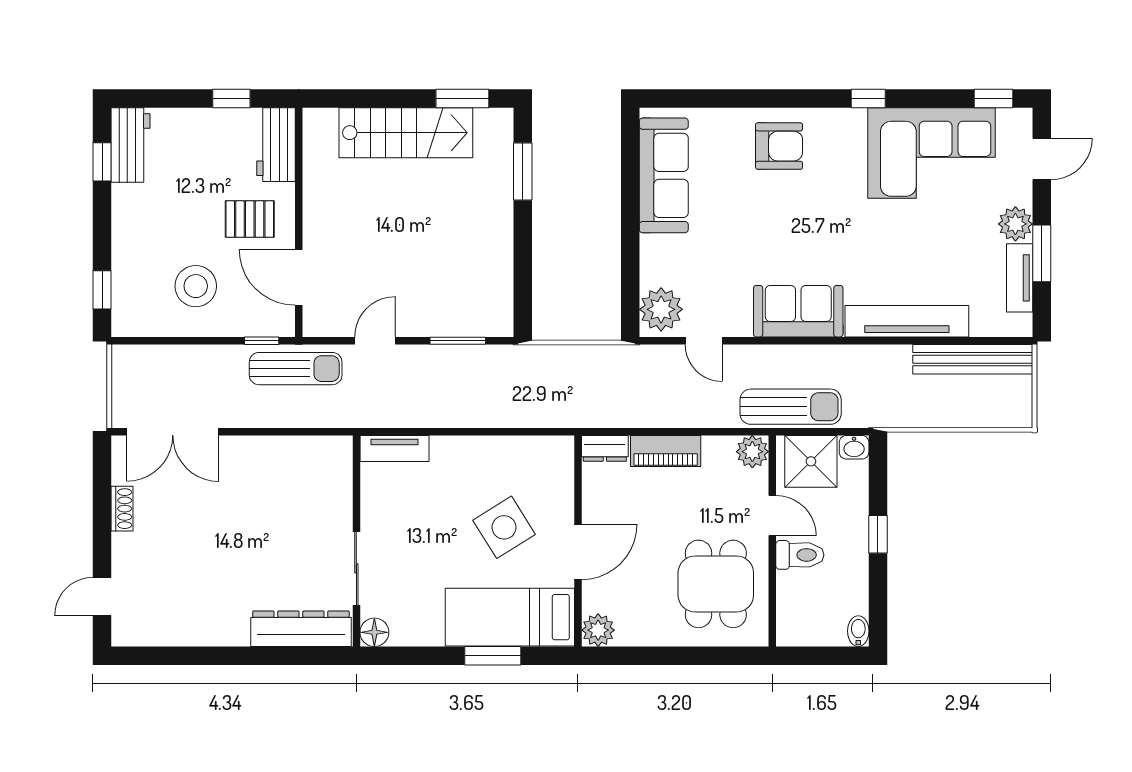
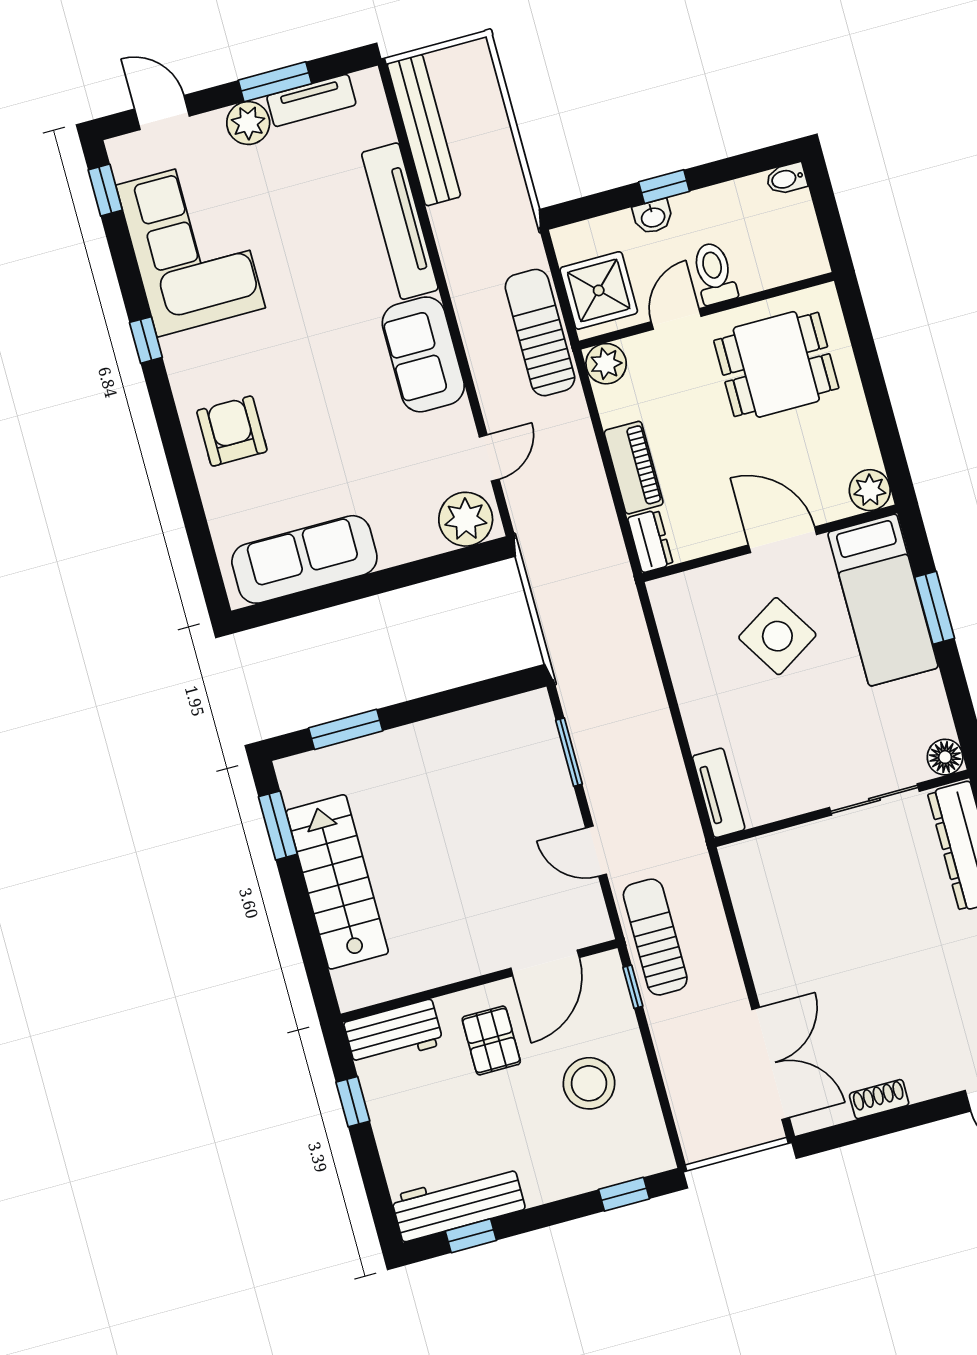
workbench: (130, 145) -> (458, 1203), width x1.38
washbasin: (854, 447) -> (653, 217), moved, turned 90

